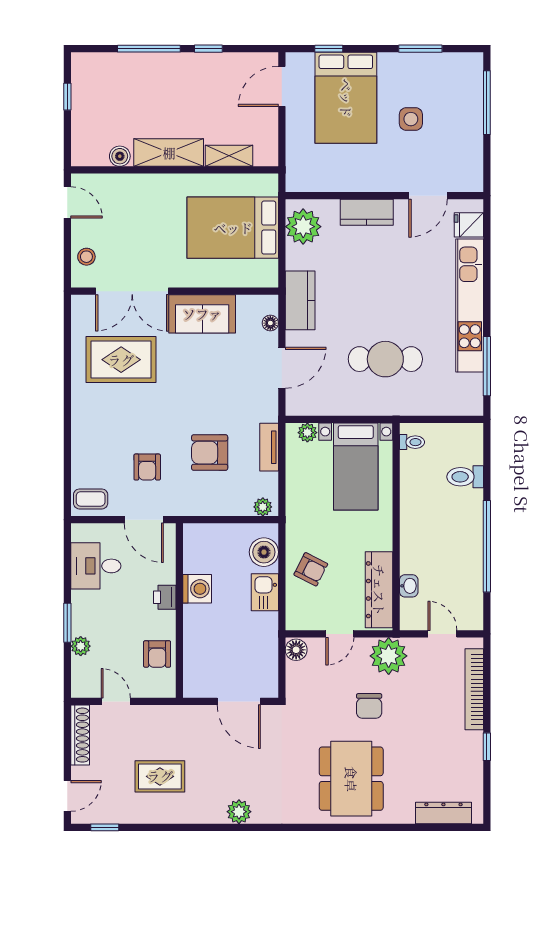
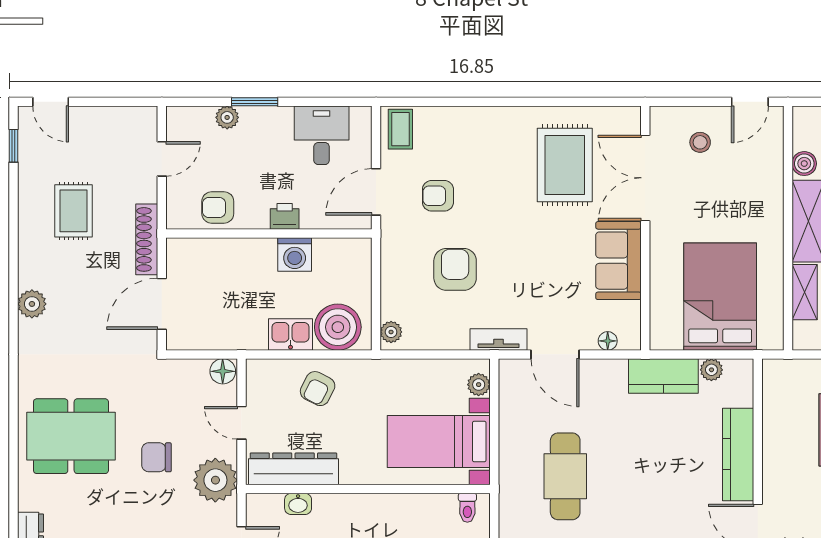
kitchen counter: (367, 212) -> (738, 454), width x1.50
plant: (303, 227) -> (711, 370), width x0.53, depth x0.53
stool: (86, 257) -> (700, 142), moved
kitchen counter: (300, 300) -> (663, 376), moved
tv unit: (269, 447) -> (498, 339), moved
boiler: (264, 552) -> (338, 327), width x1.37, depth x1.37
shoe rack: (80, 735) -> (147, 239), moved, turned 90

